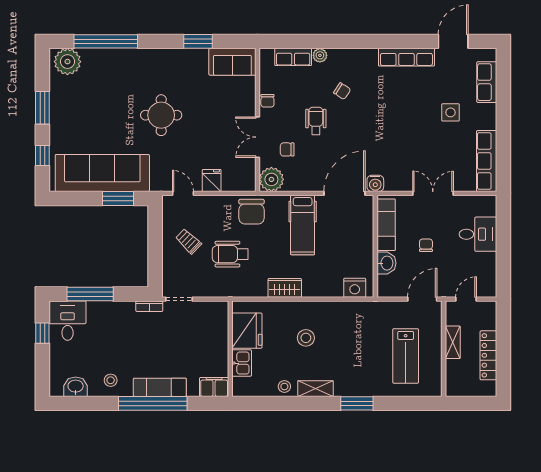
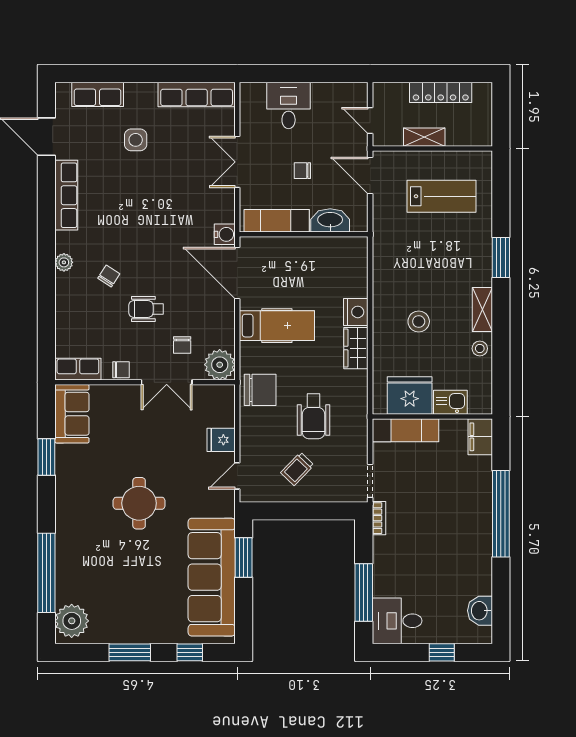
plant: (320, 55) -> (64, 262), moved
row of seats: (293, 57) -> (78, 369), moved, turned -90
washbasin: (386, 263) -> (330, 220), width x1.38
nightstand: (355, 288) -> (356, 312), moved
window: (42, 333) -> (442, 652), moved
stool: (111, 380) -> (472, 567), removed
exam couch: (160, 387) -> (405, 430), moved, turned -90

